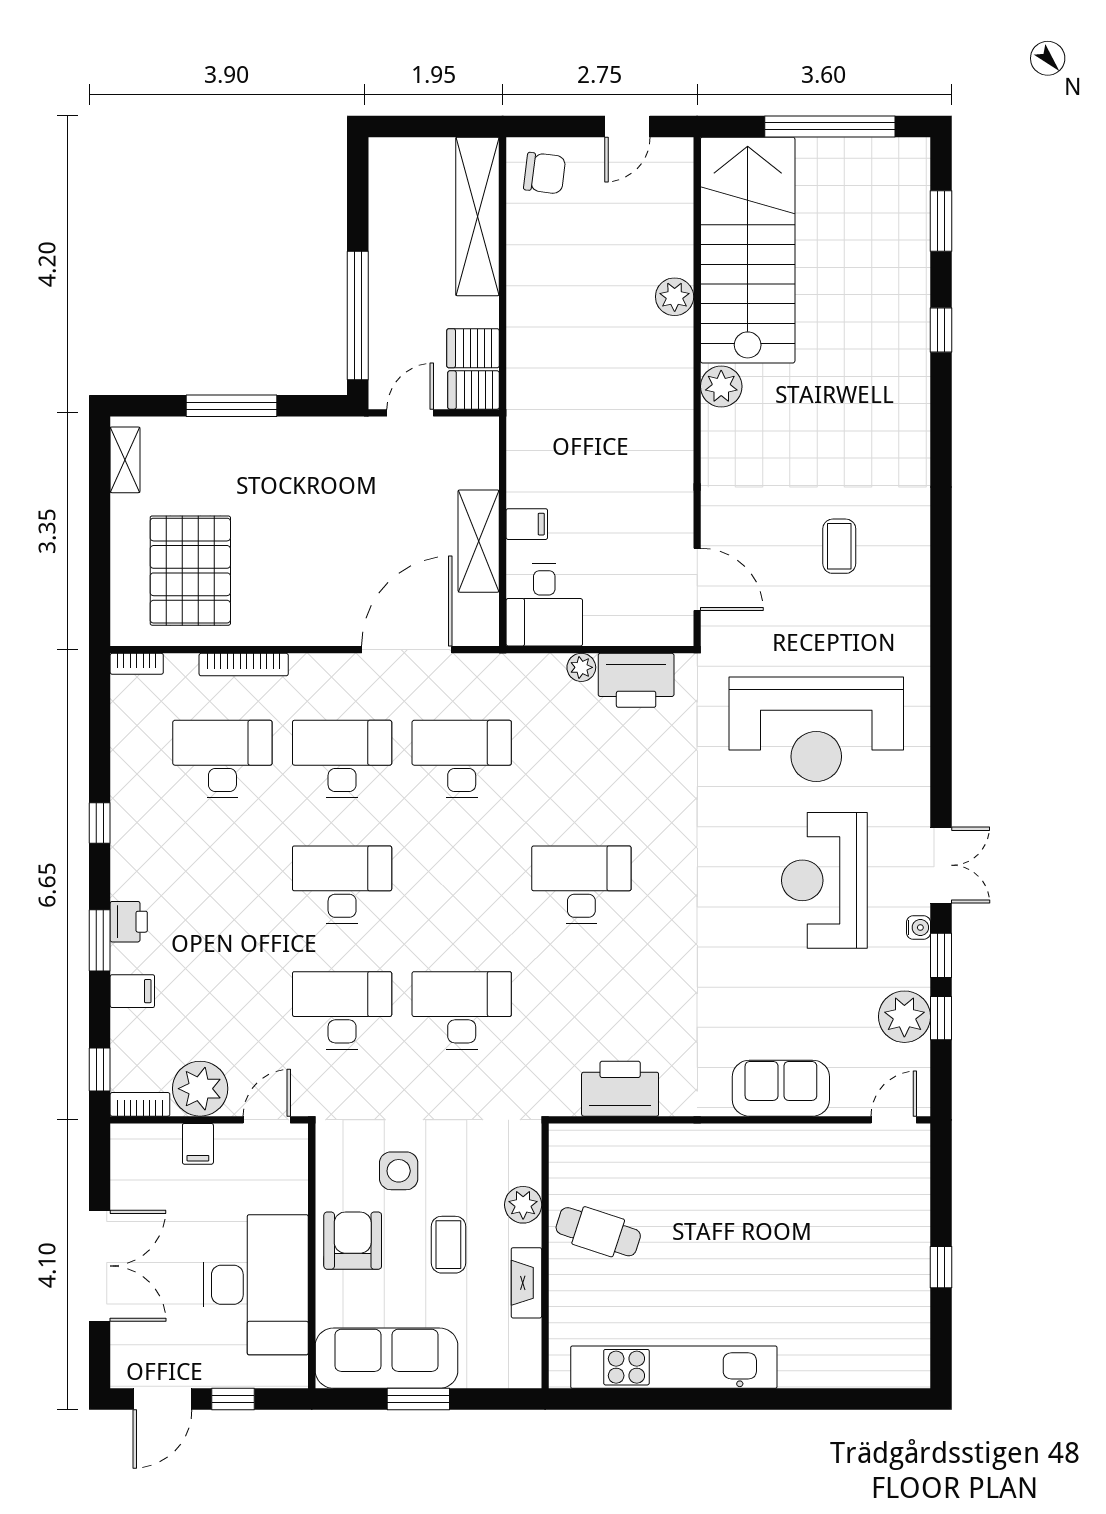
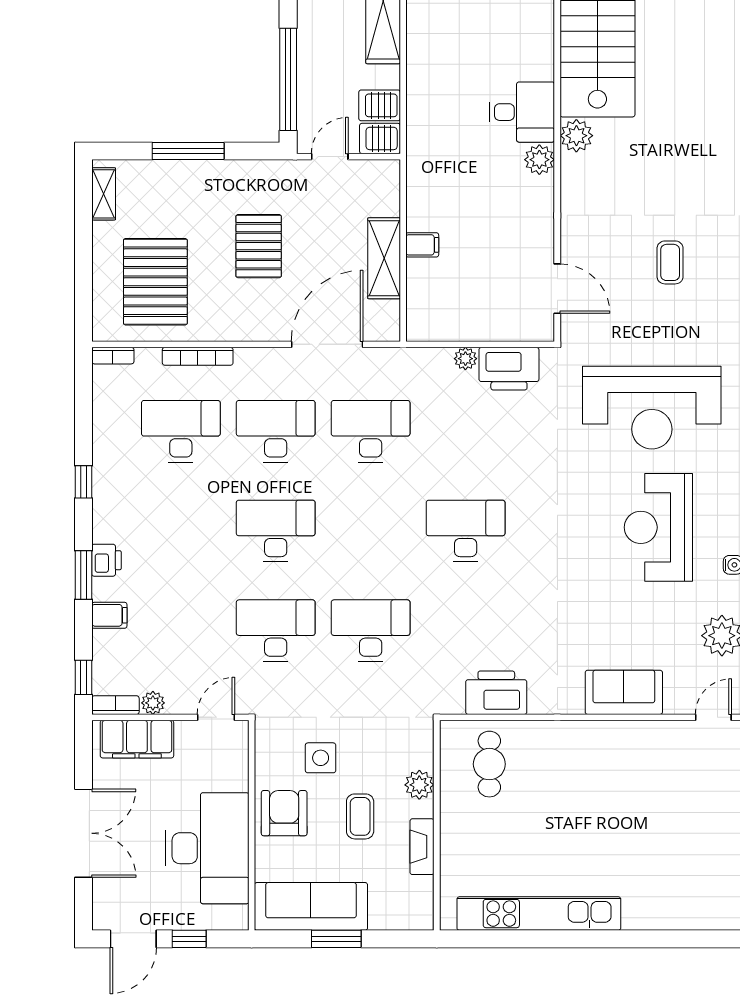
plant: (675, 297) -> (539, 160), moved
pallet: (320, 526) -> (259, 246), added
desk: (544, 605) -> (522, 112), moved, turned -90
plant: (200, 1089) -> (153, 703), width x0.53, depth x0.53
filing cabinet: (198, 1144) -> (137, 739), width x3.00, depth x1.17
cafe table: (598, 1232) -> (489, 764), moved, turned 72

